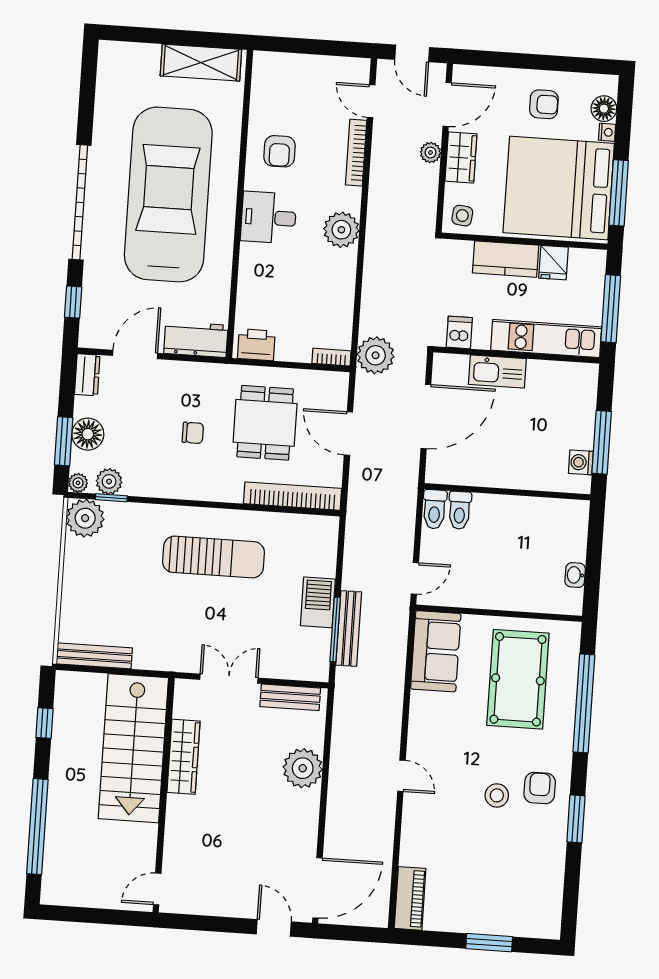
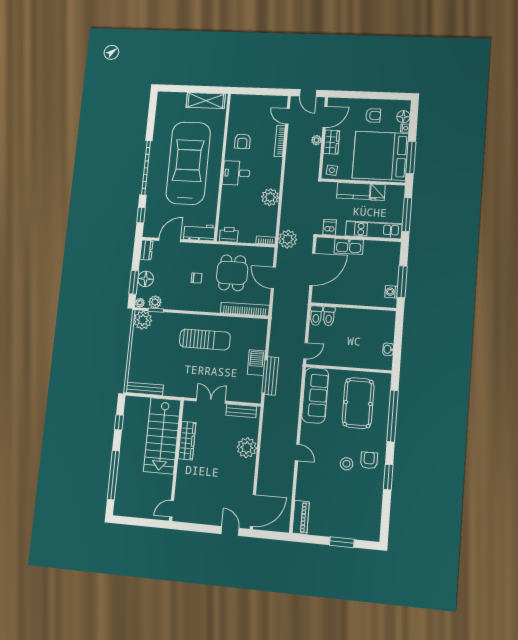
plant: (341, 230) -> (270, 197), moved
sofa: (436, 651) -> (315, 395), width x1.36

